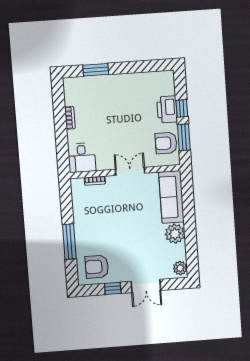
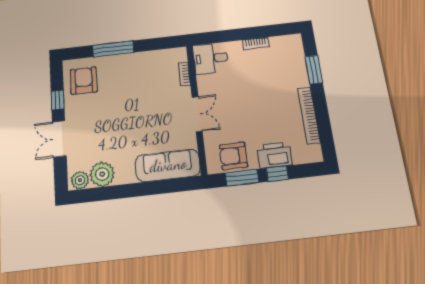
bookcase: (135, 78) -> (309, 115), added
armchair: (166, 143) -> (233, 156), turned -90
plant: (175, 234) -> (102, 174), moved

